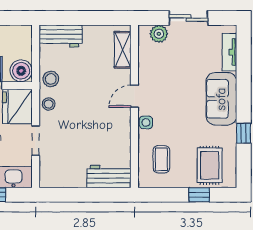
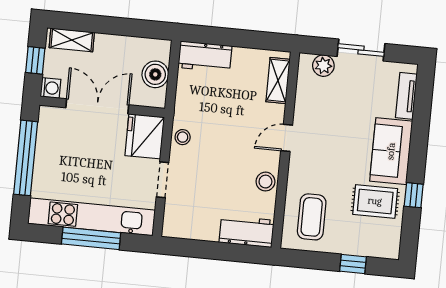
boiler: (21, 71) -> (155, 74), moved
stool: (51, 79) -> (265, 182), moved
side table: (146, 122) -> (297, 171), removed
coffee table: (161, 159) -> (312, 217), width x1.36, depth x1.30
rug: (210, 165) -> (375, 201), moved, turned 90

